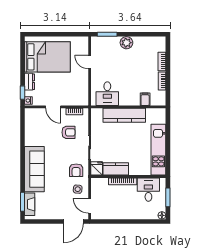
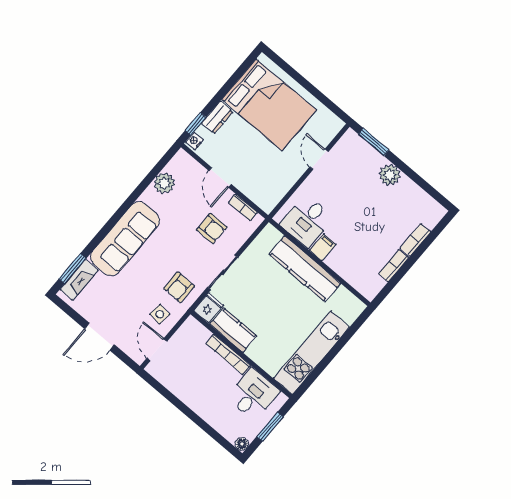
filing cabinet: (145, 99) -> (323, 247), moved
plant: (31, 130) -> (164, 183), added
door: (74, 221) -> (99, 337), moved

